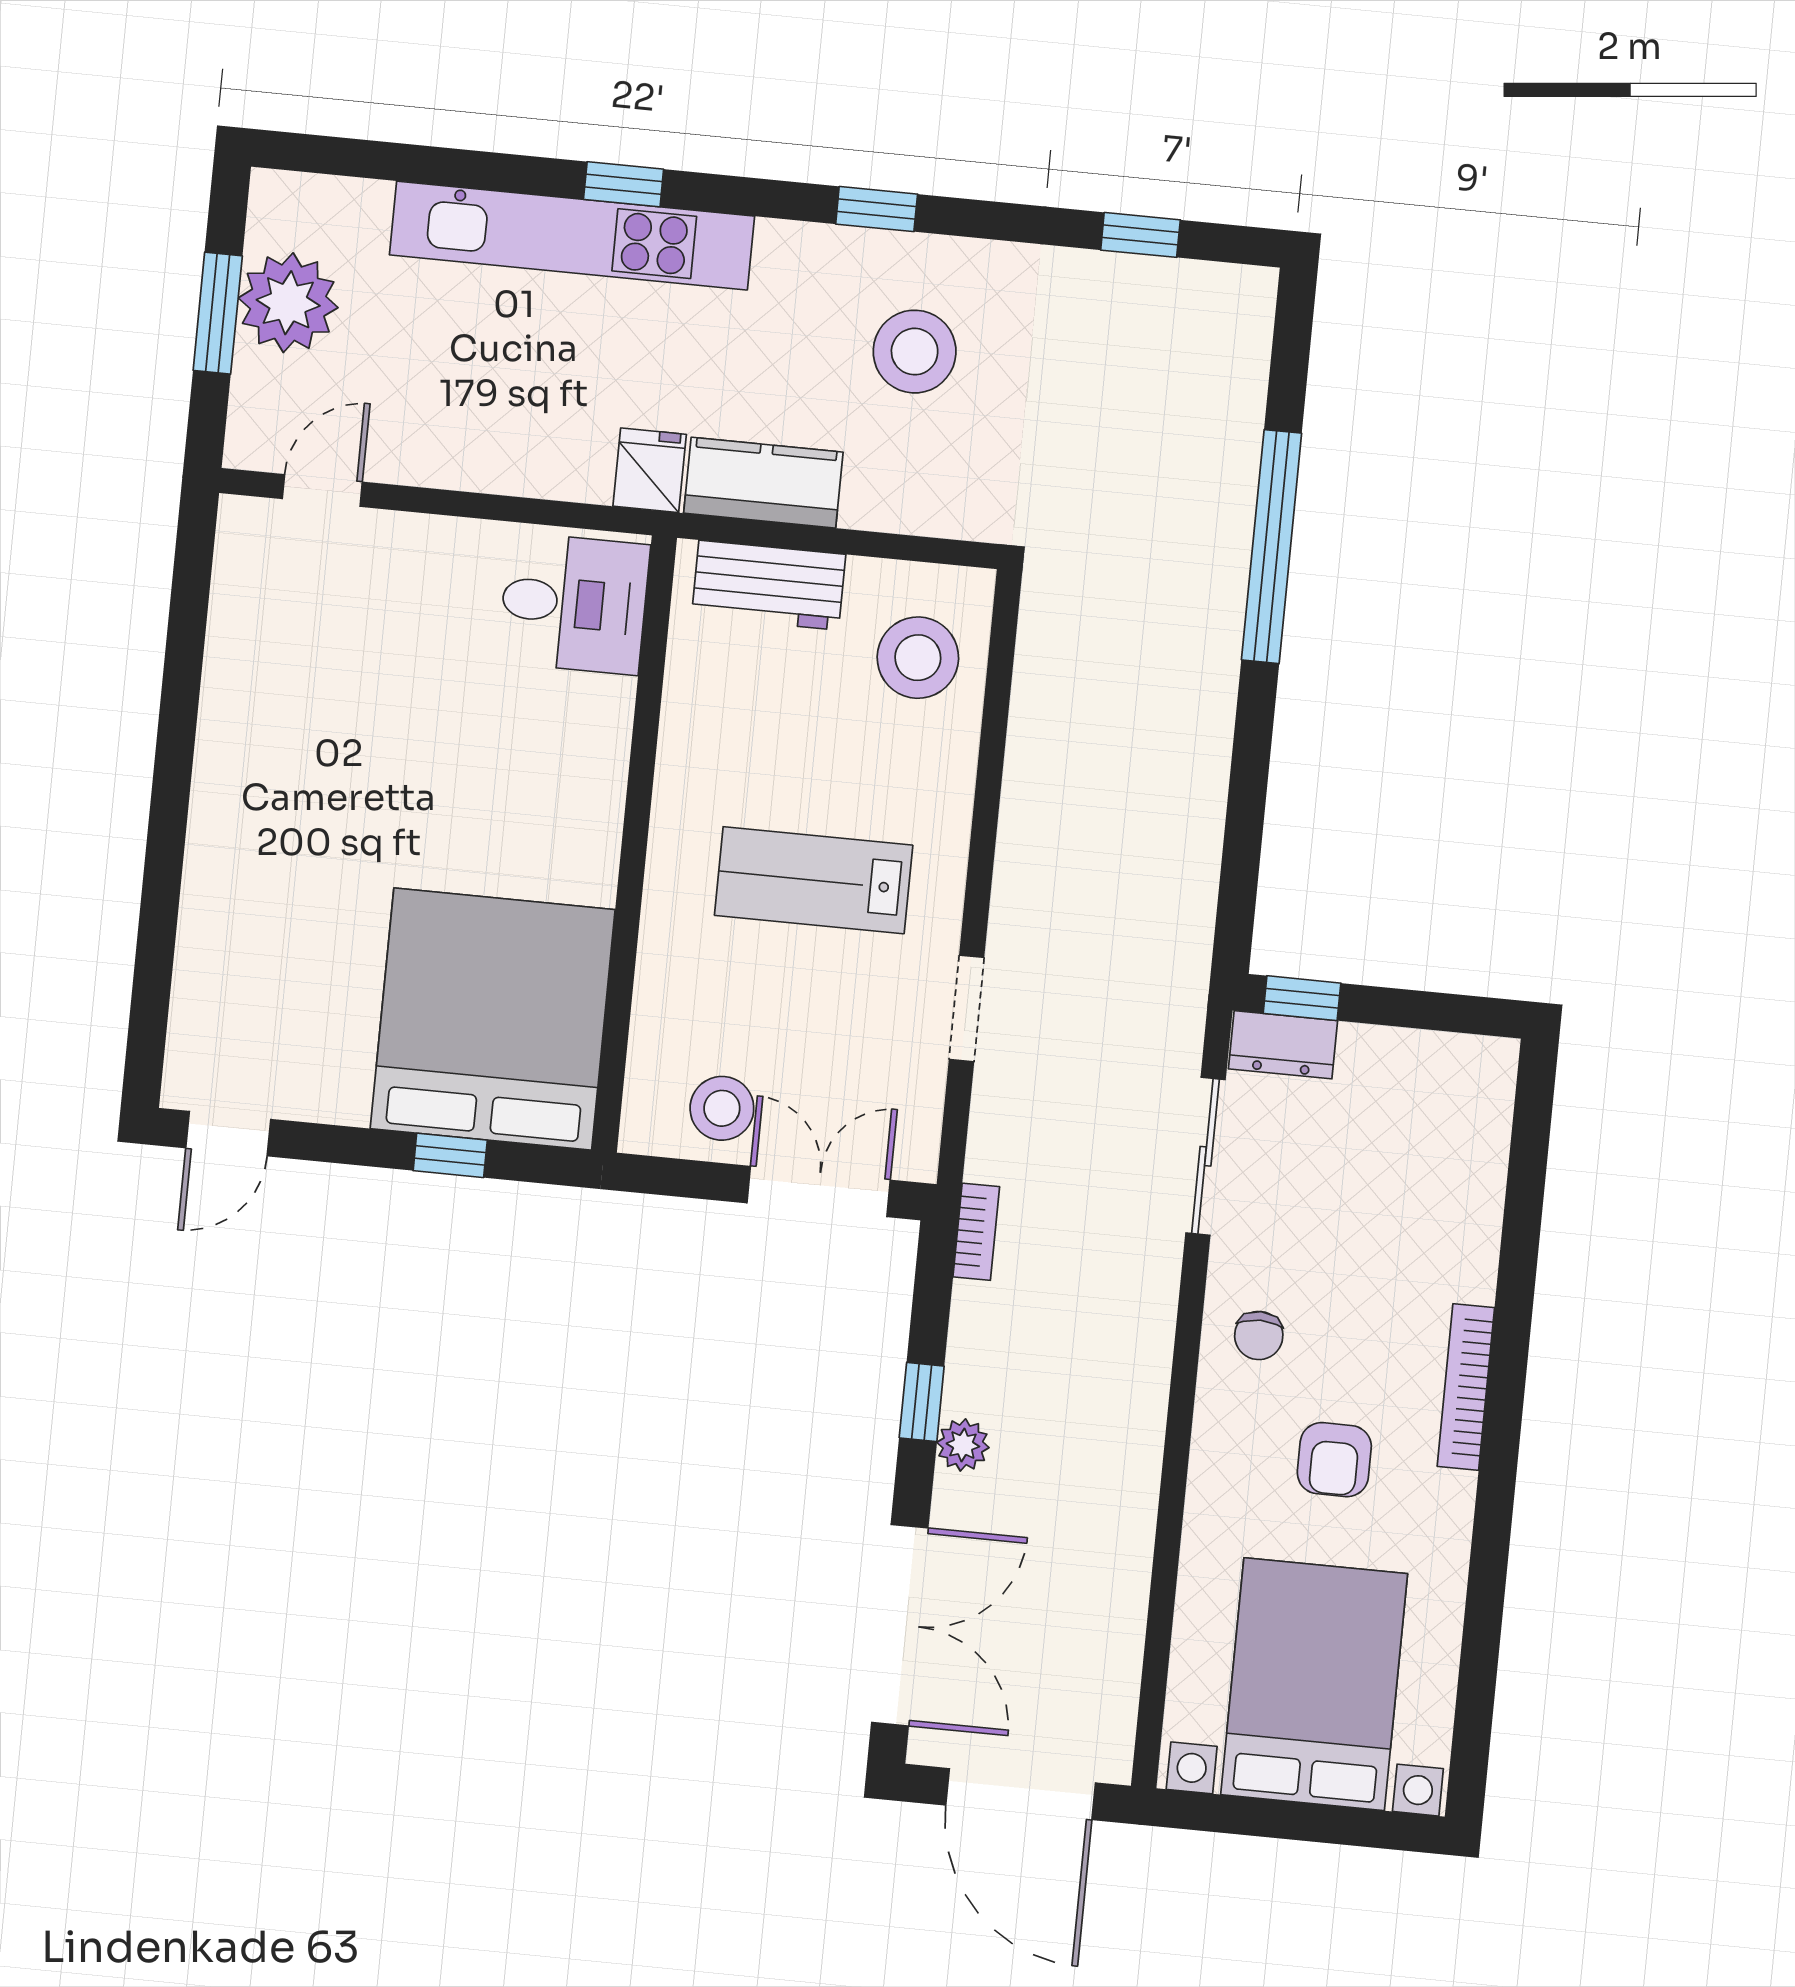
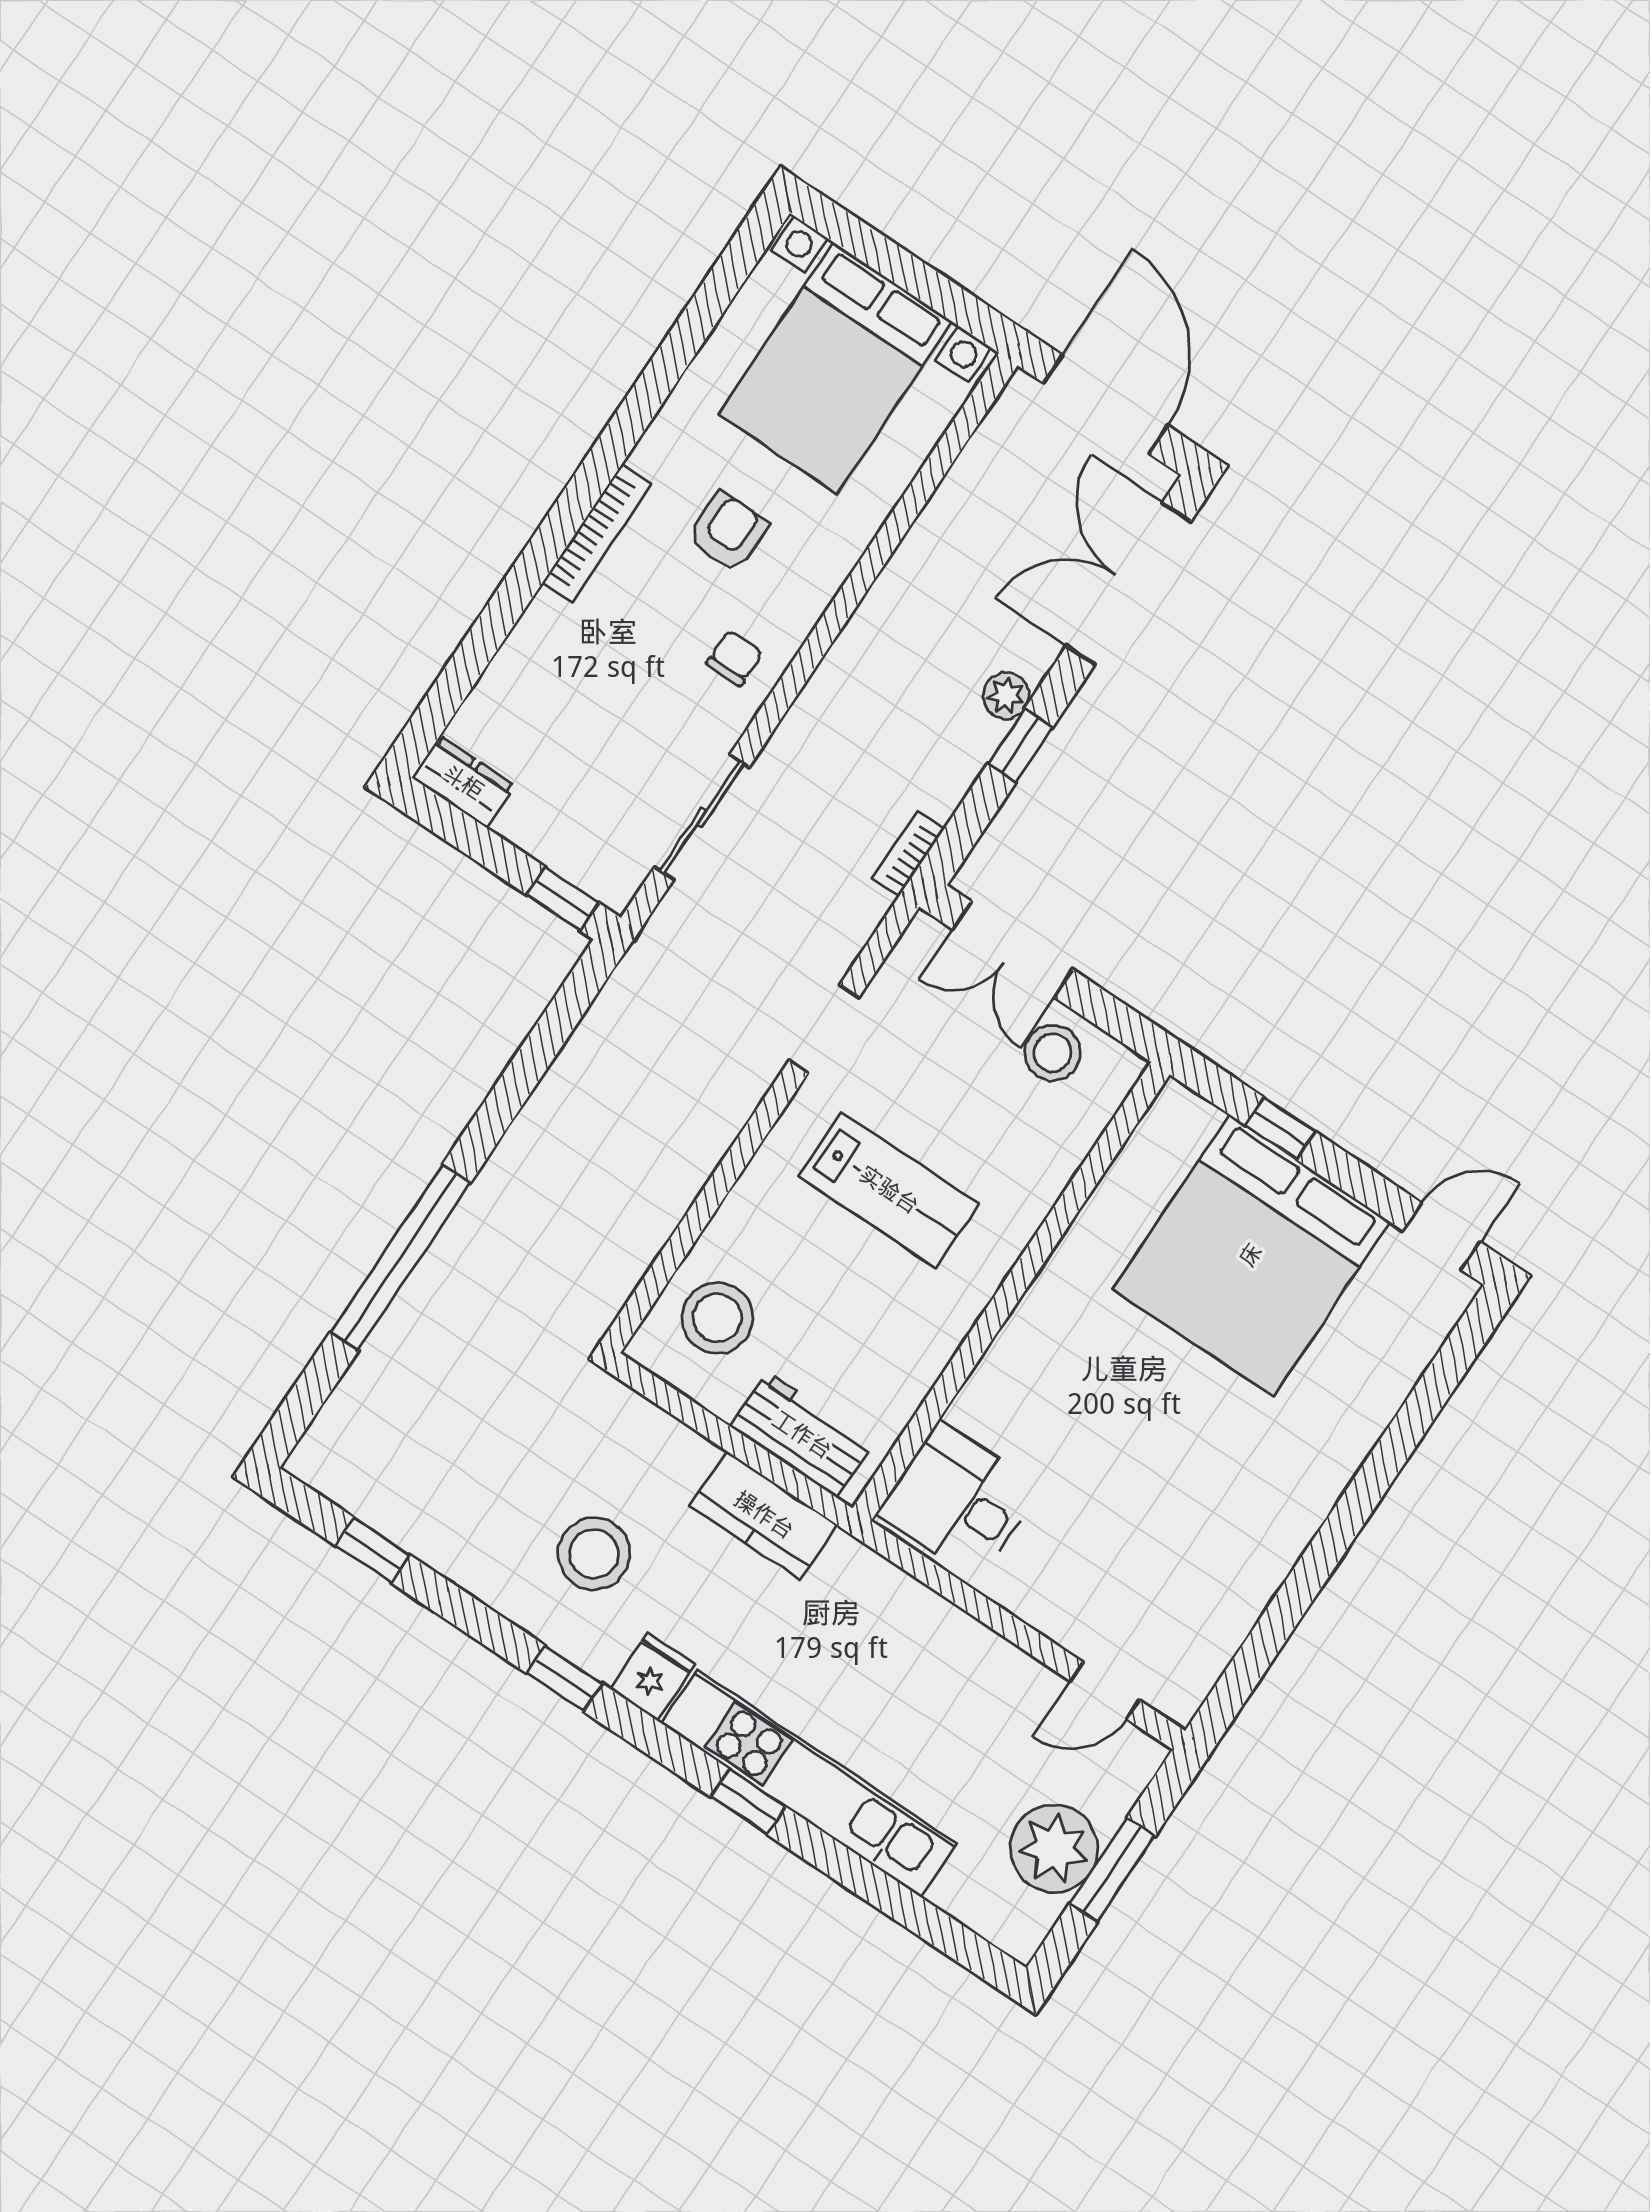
fridge: (650, 470) -> (652, 1677), moved, turned 180
bed: (493, 1019) -> (1251, 1255), moved
dresser: (1283, 1045) -> (463, 782), moved

